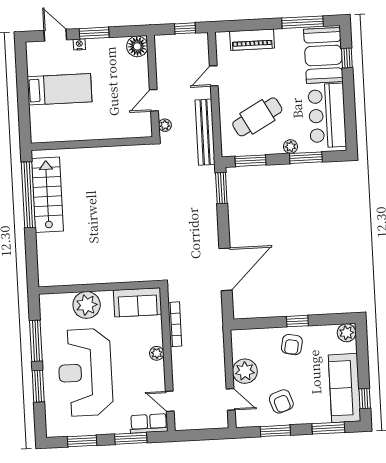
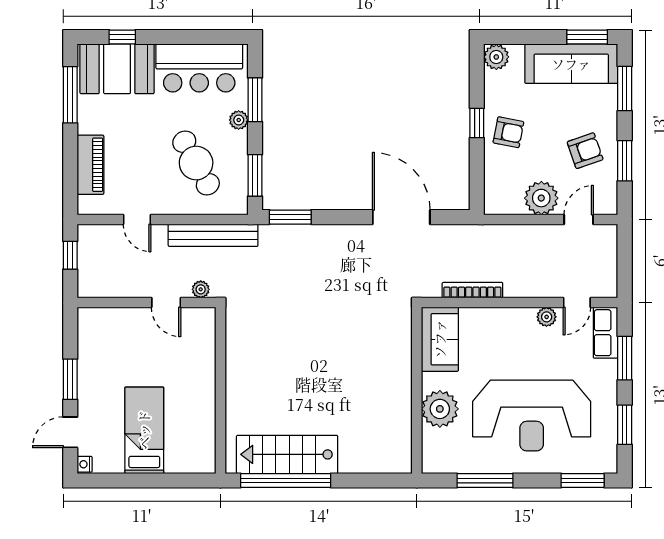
nightstand: (79, 44) -> (85, 464), moved
floor lamp: (137, 46) -> (91, 322), removed
plant: (157, 353) -> (547, 317), moved
window: (38, 386) -> (583, 480), moved
window: (365, 399) -> (587, 37), width x1.50

